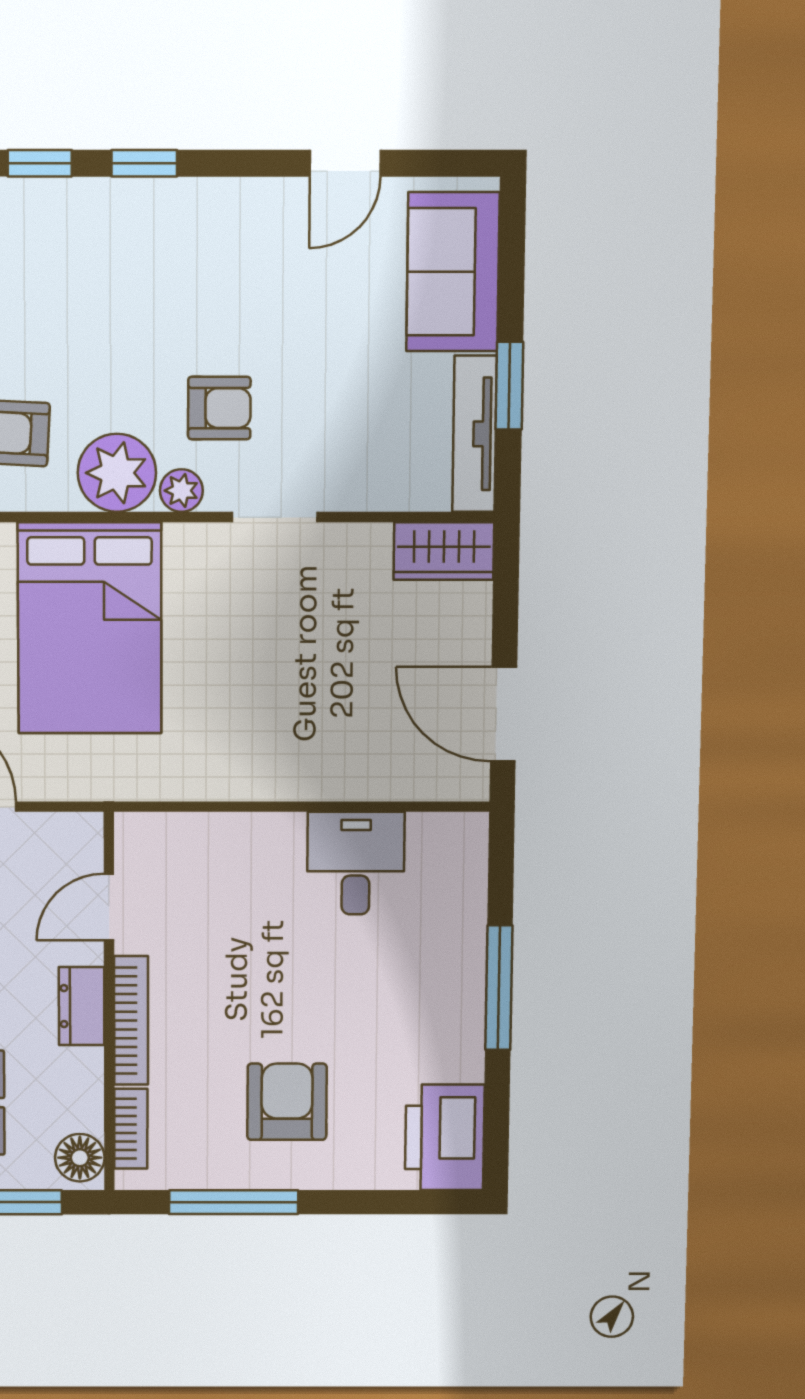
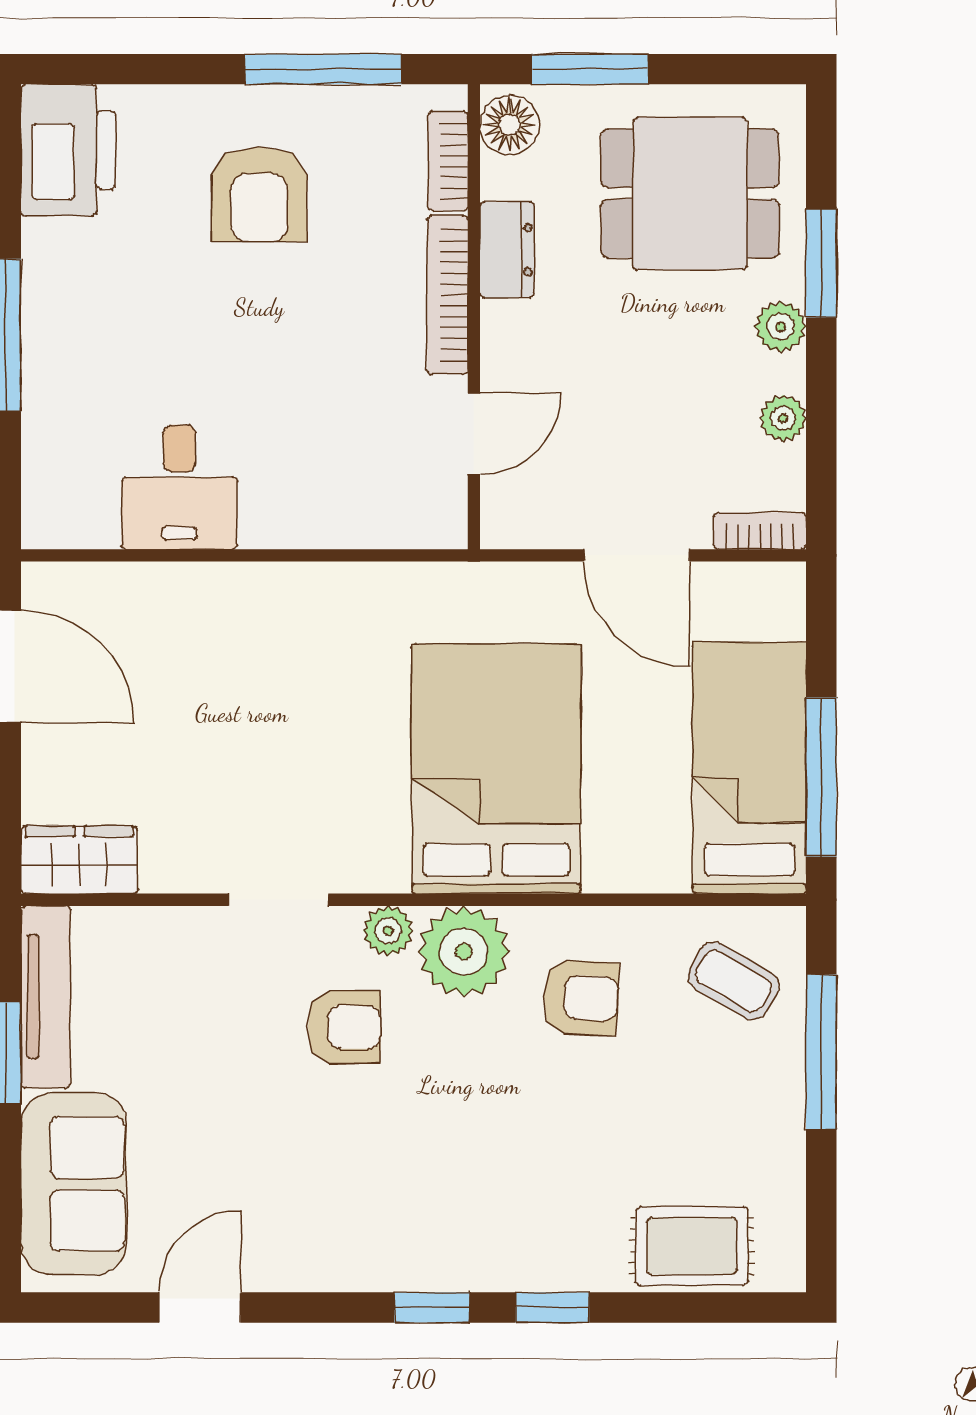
armchair: (219, 408) -> (344, 1027), turned 180
dresser: (82, 1006) -> (507, 250), moved

